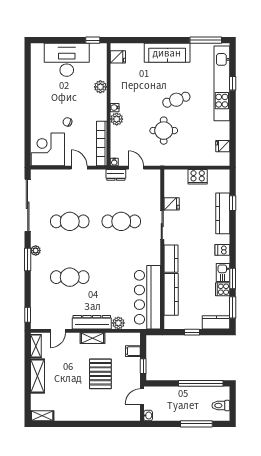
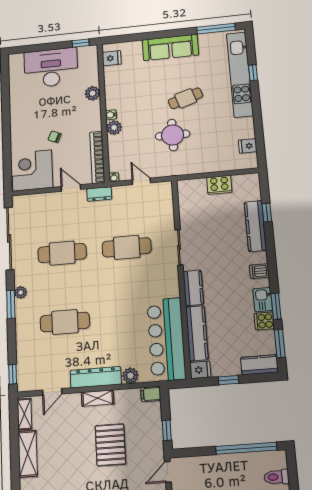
dresser: (116, 175) -> (99, 194), moved
fridge: (172, 204) -> (200, 370), moved
filing cabinet: (133, 351) -> (151, 394), moved

